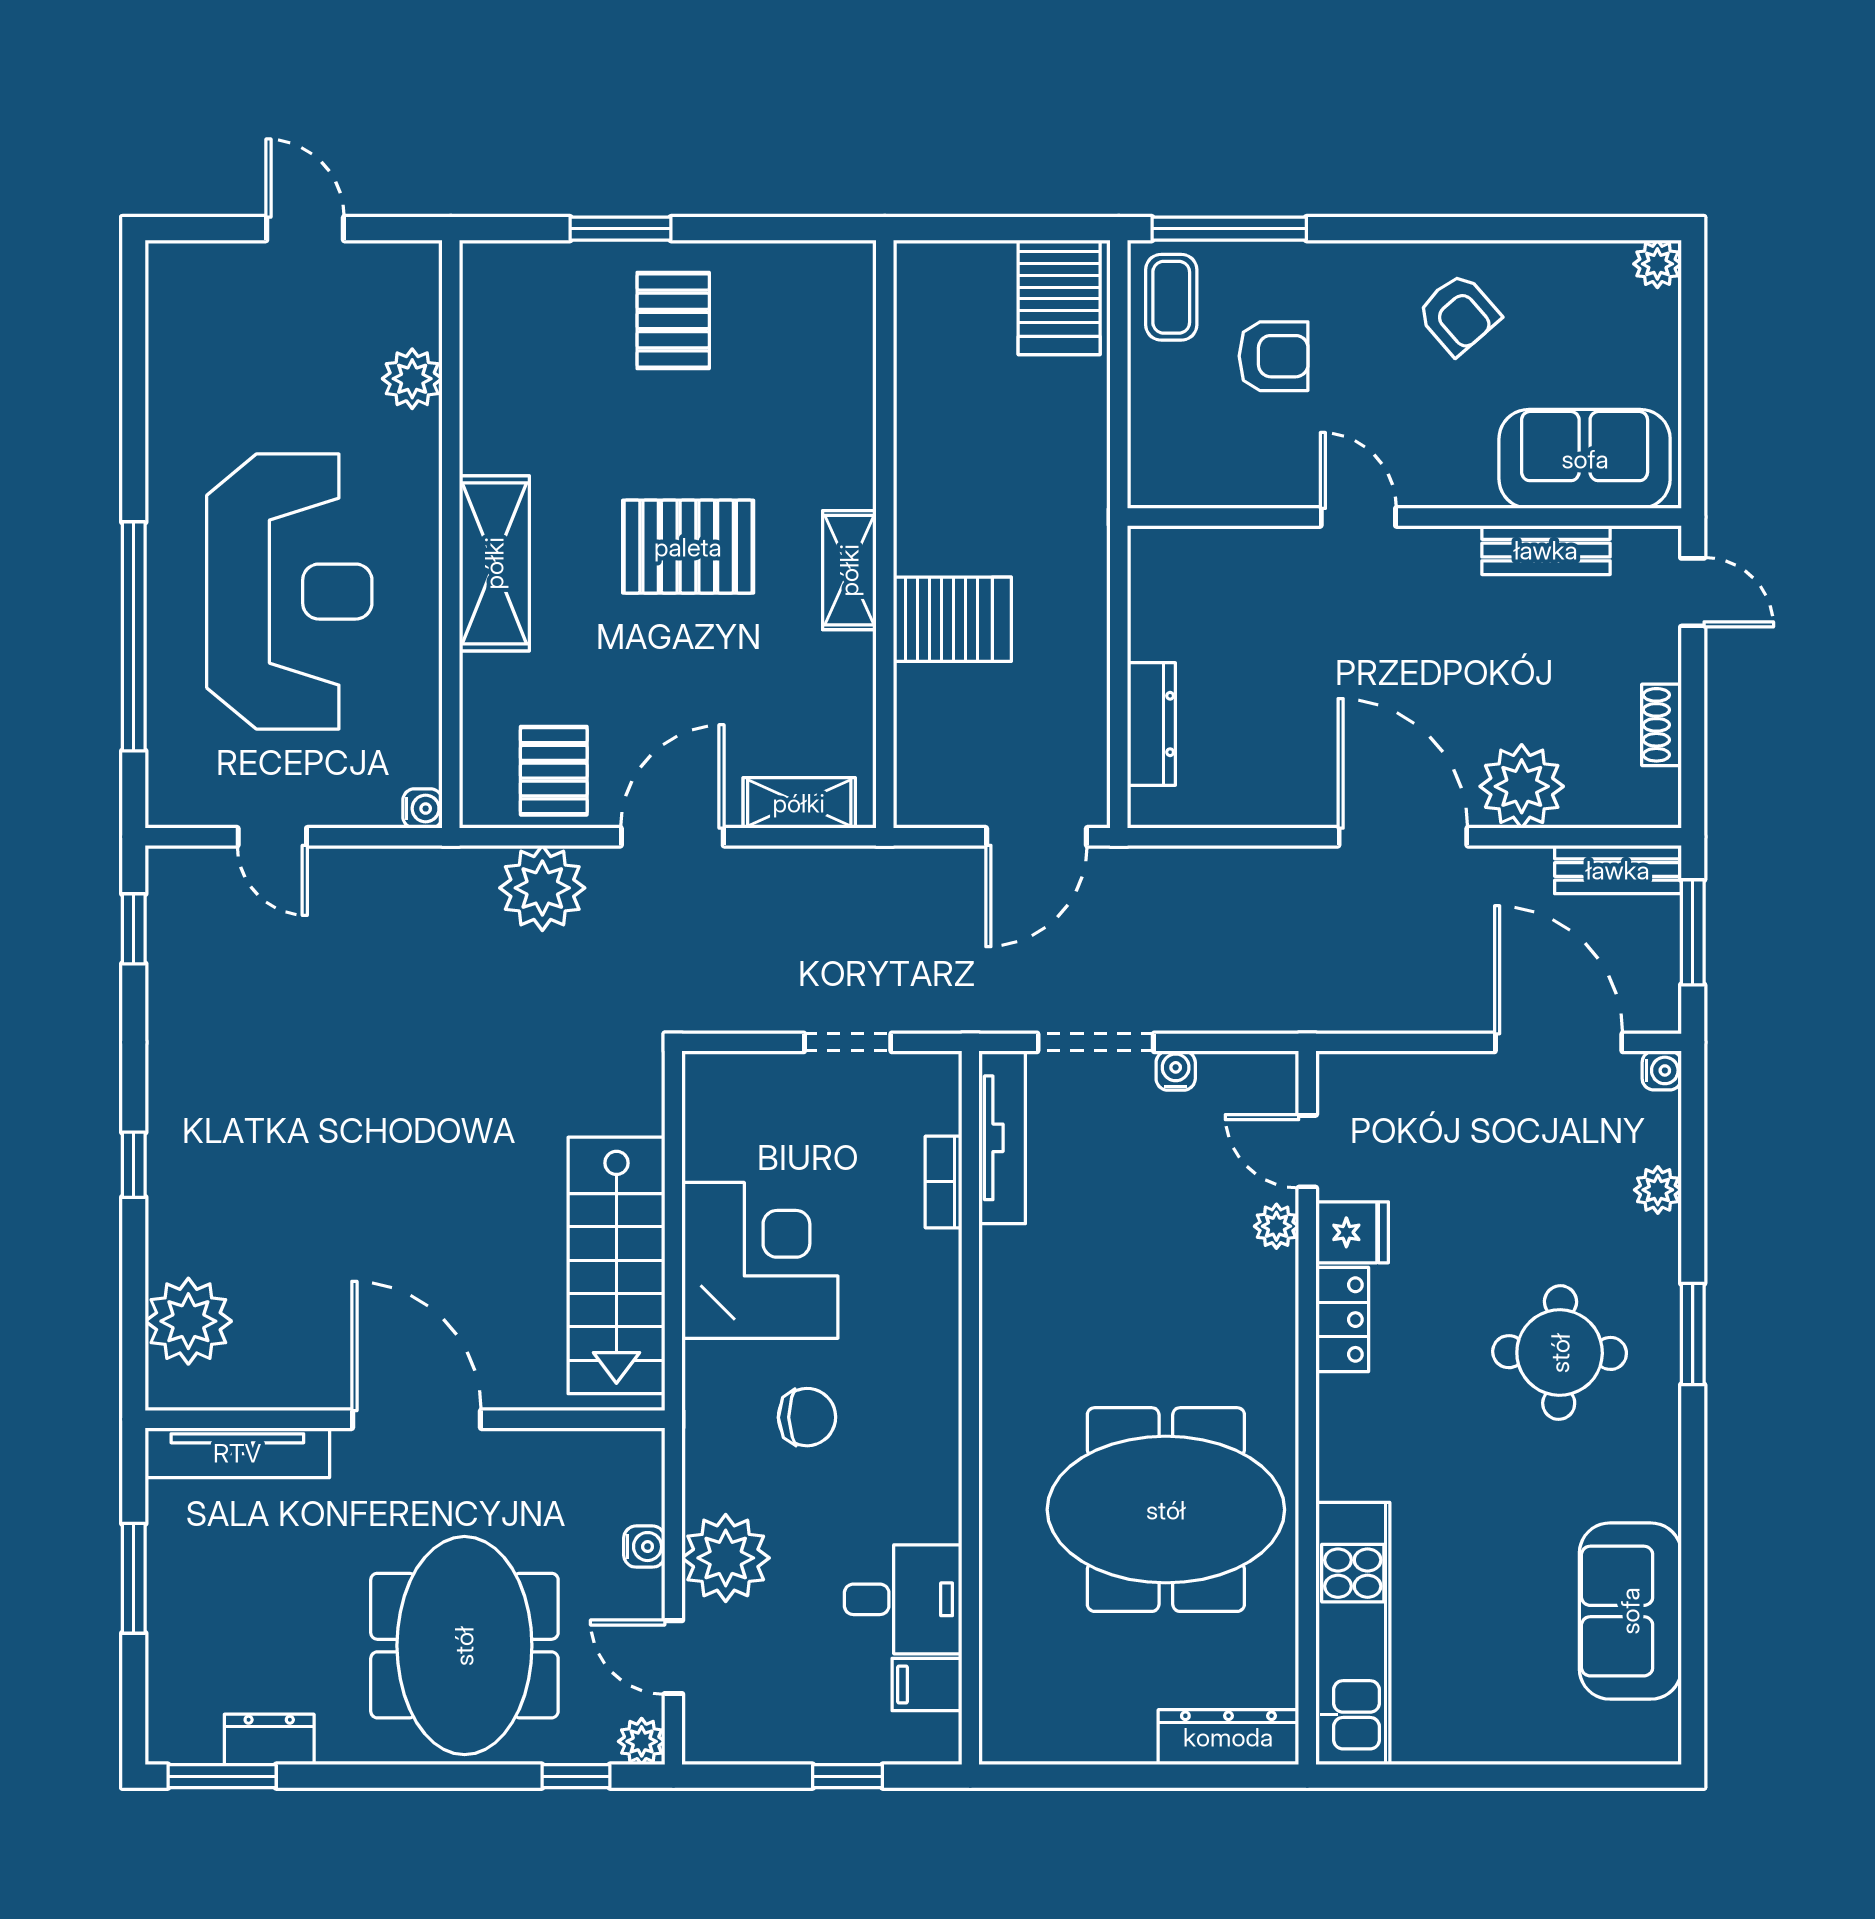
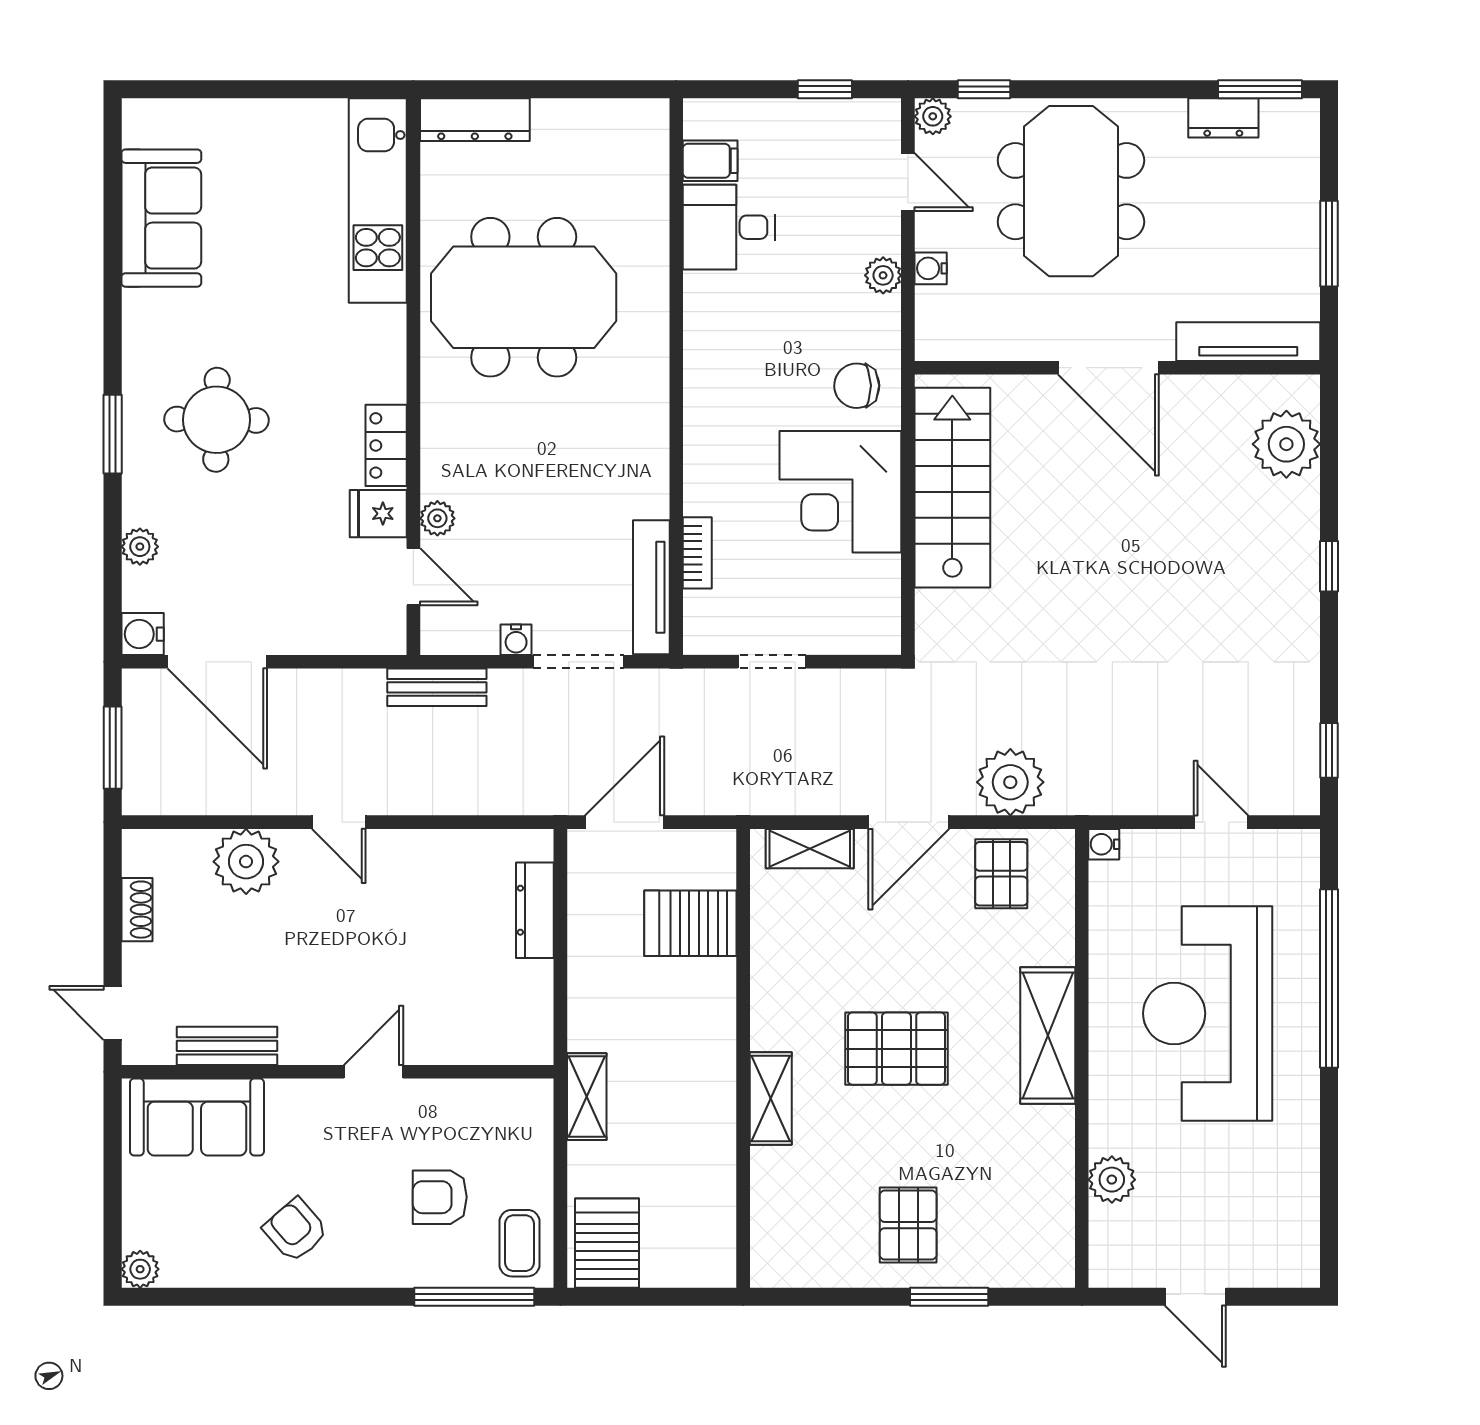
shelving: (1085, 485) -> (587, 1097), added
door: (1358, 517) -> (374, 1072), swing flipped
shelving: (849, 570) -> (771, 1098), moved
server rack: (952, 619) -> (690, 923), moved
door: (1403, 837) -> (339, 822), width x0.53
bench: (1618, 870) -> (437, 687), moved
water cooler: (1662, 1070) -> (143, 634), width x1.38, depth x1.38
chair: (807, 1417) -> (857, 386), moved
plant: (726, 1558) -> (883, 275), width x0.53, depth x0.53
window: (848, 1776) -> (825, 89), moved

